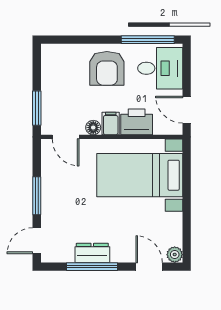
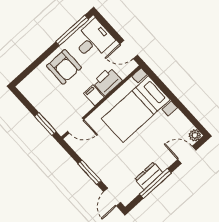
floor lamp: (93, 128) -> (86, 106), removed

